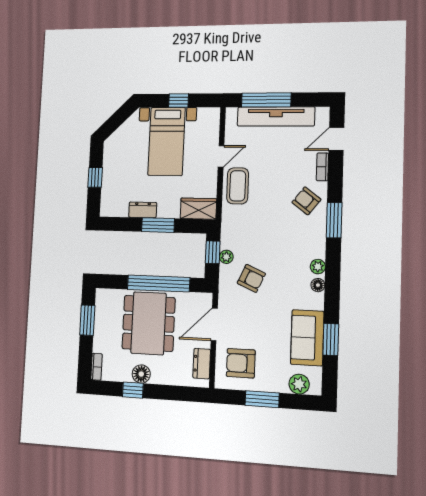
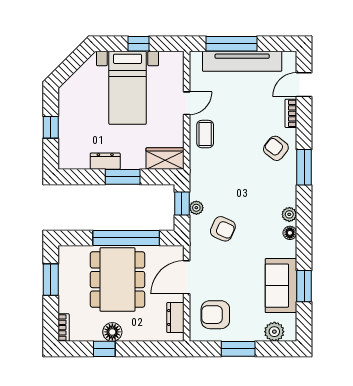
coffee table: (238, 186) -> (205, 134), width x0.73, depth x0.77

